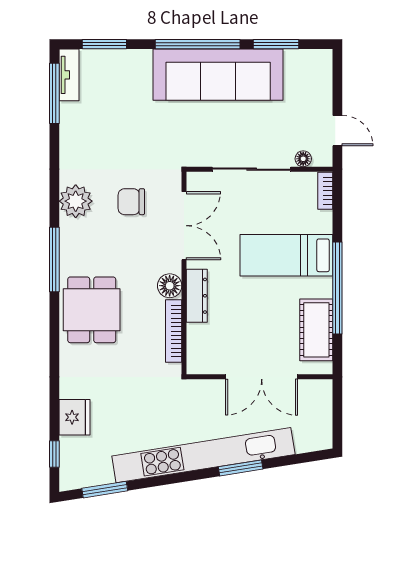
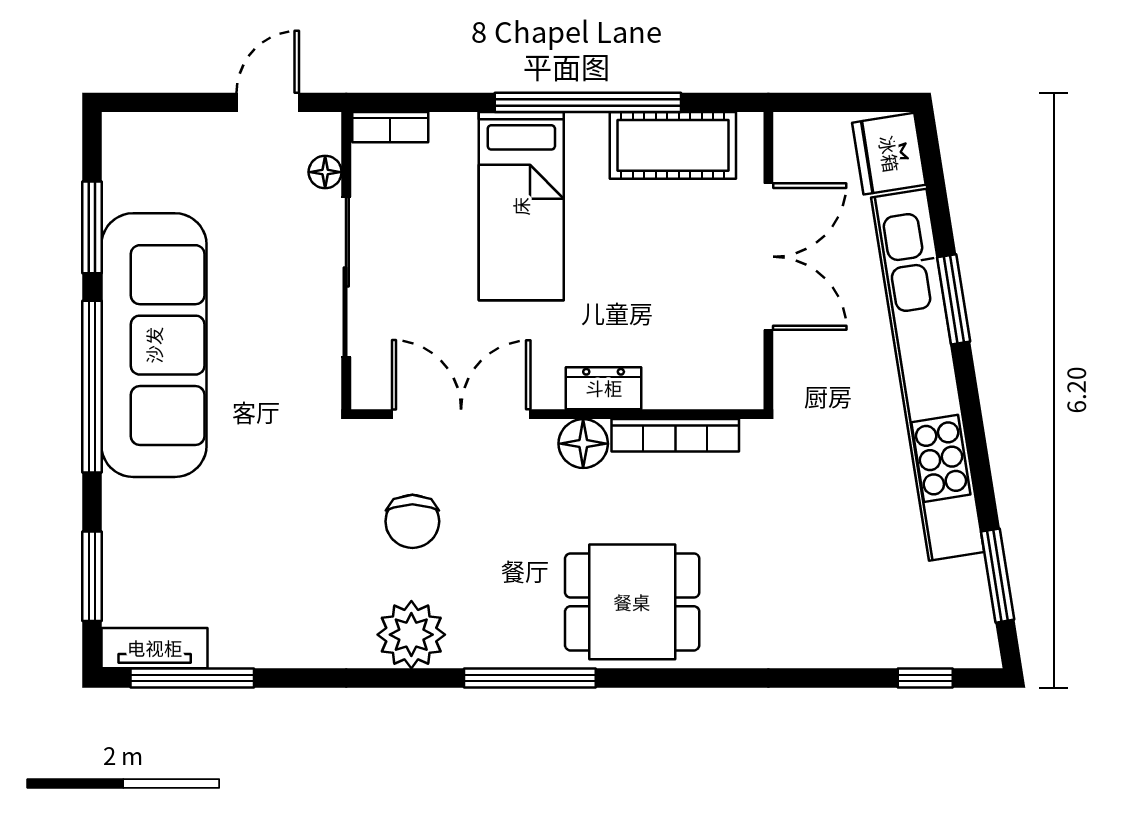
dresser: (197, 296) -> (604, 388), width x0.70
fridge: (74, 417) -> (889, 154), moved, turned -99

